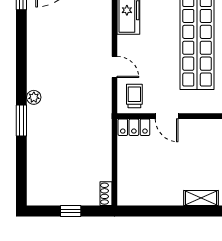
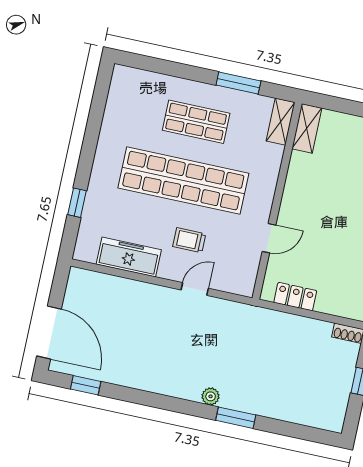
trolley: (134, 96) -> (189, 240), moved
locker: (134, 127) -> (295, 297), moved, turned -90

